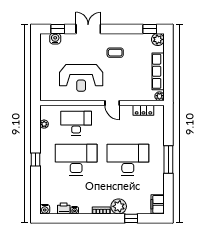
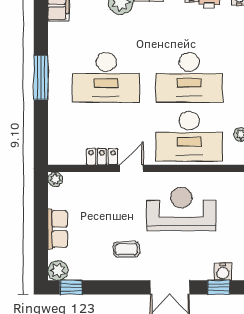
row of seats: (158, 71) -> (58, 229), width x0.68
door: (112, 103) -> (131, 168), hinge flipped
locker: (143, 110) -> (102, 157), moved
desk: (76, 123) -> (189, 136), width x1.36, depth x1.30

